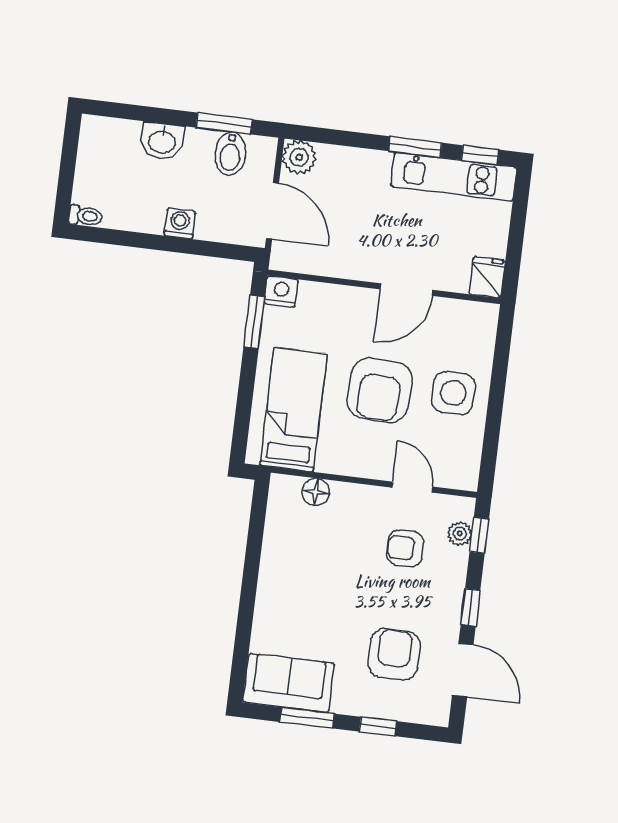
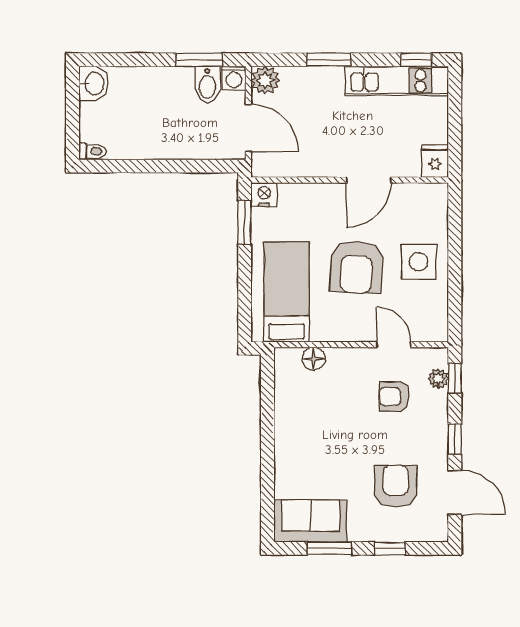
washbasin: (162, 141) -> (94, 84), moved, turned -90
window: (415, 147) -> (329, 60), moved
washing machine: (180, 223) -> (234, 78), moved, turned 180

